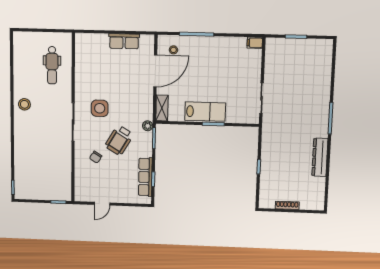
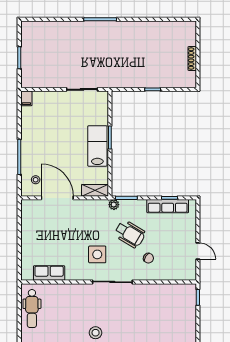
row of seats: (124, 41) -> (49, 273), moved, turned -90
dental chair: (52, 65) -> (32, 309), moved, turned 90
dresser: (320, 157) -> (141, 28), removed

